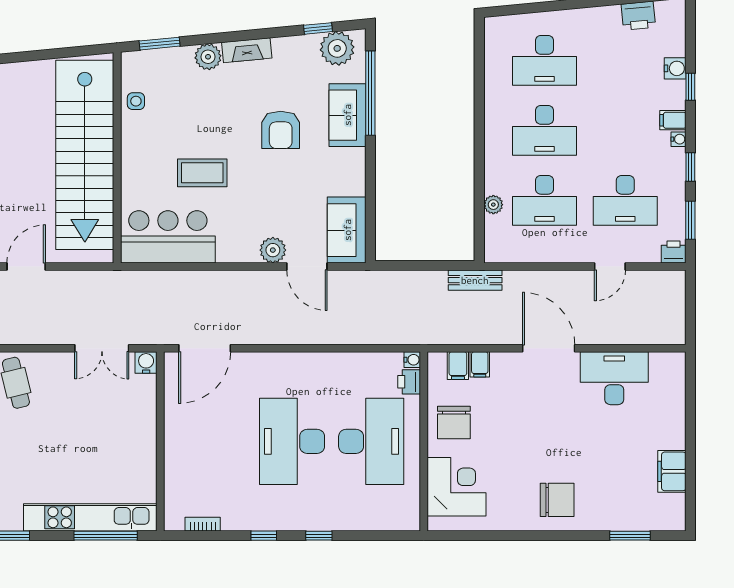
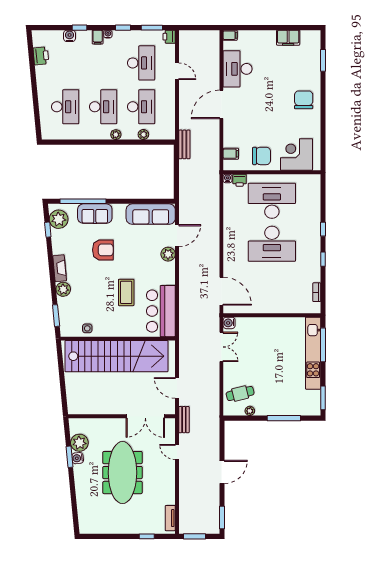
plant: (493, 154) -> (116, 135), added
sofa: (347, 230) -> (151, 214), width x1.36
filing cabinet: (480, 364) -> (230, 35), moved

